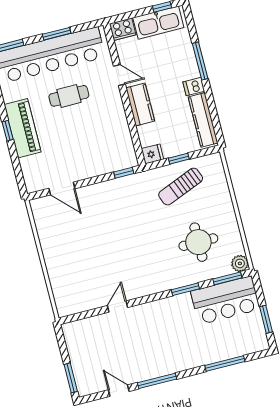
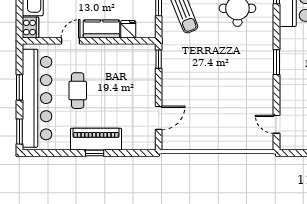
fridge: (152, 154) -> (128, 29), moved
window: (185, 289) -> (276, 62), moved
door: (117, 306) -> (276, 124), moved

